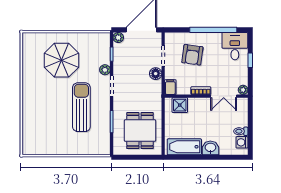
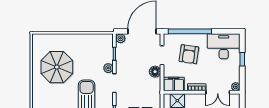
window: (213, 30) -> (190, 31), moved
desk: (235, 46) -> (224, 46), width x1.37
parasol: (61, 60) -> (57, 67), moved
filing cabinet: (170, 87) -> (174, 84), width x2.00

